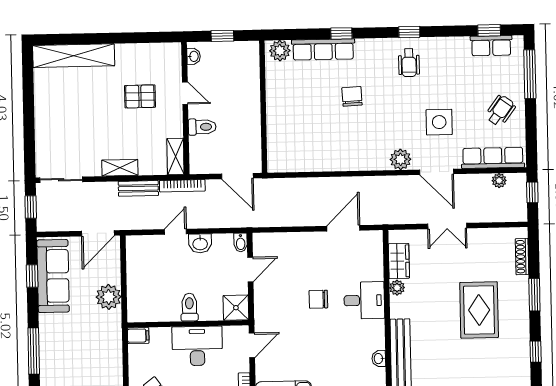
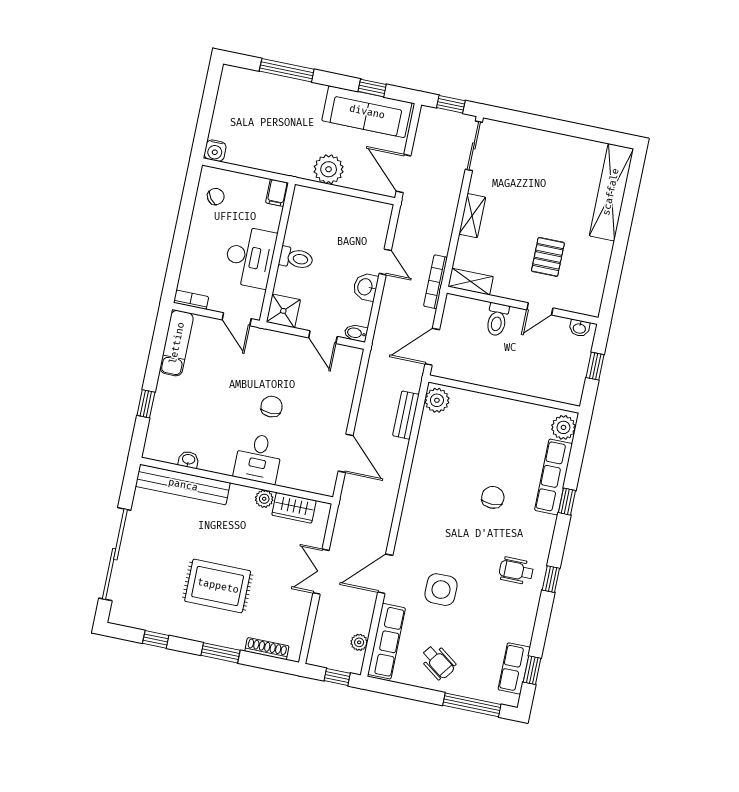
chair: (352, 96) -> (493, 497), turned -87
plant: (401, 159) -> (437, 400), moved
bench: (138, 188) -> (406, 415), moved

